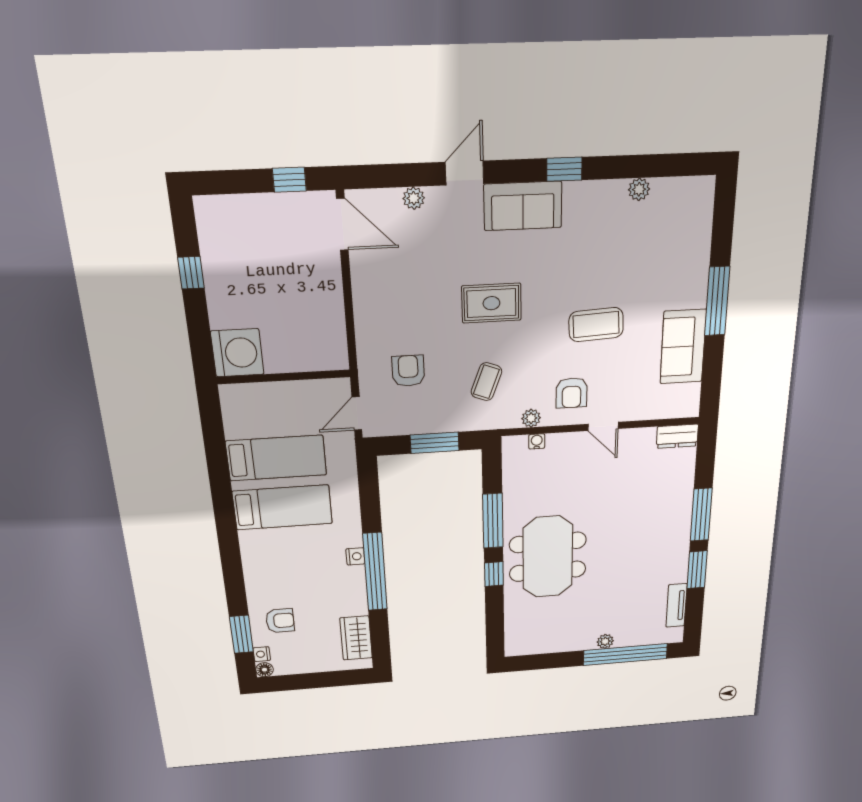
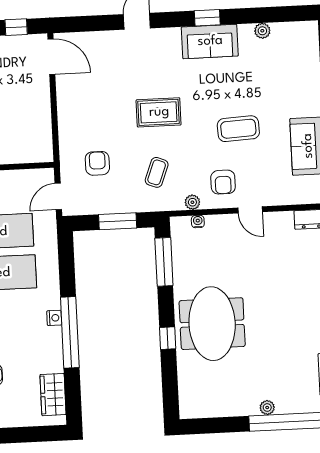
plant: (414, 198) -> (101, 38), removed
sofa: (523, 206) -> (210, 41), moved
window: (493, 521) -> (164, 262), moved

